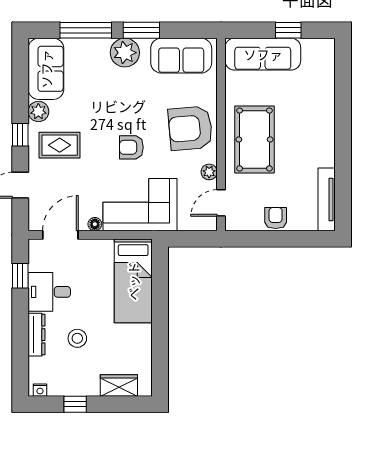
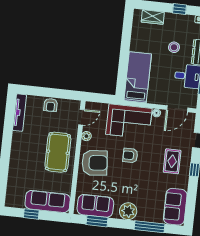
window: (141, 30) -> (97, 221), moved
plant: (38, 111) -> (182, 182), removed
rug: (60, 145) -> (172, 161), turned 90
armchair: (131, 147) -> (130, 155), turned 180

